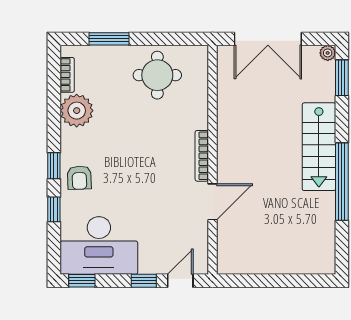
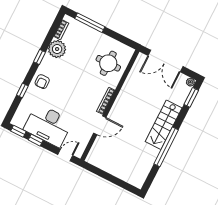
window: (109, 39) -> (90, 23), width x1.44
round table: (157, 75) -> (108, 63), moved
window: (54, 166) -> (39, 57), moved
desk: (99, 246) -> (48, 125), moved
window: (144, 281) -> (36, 140), moved

